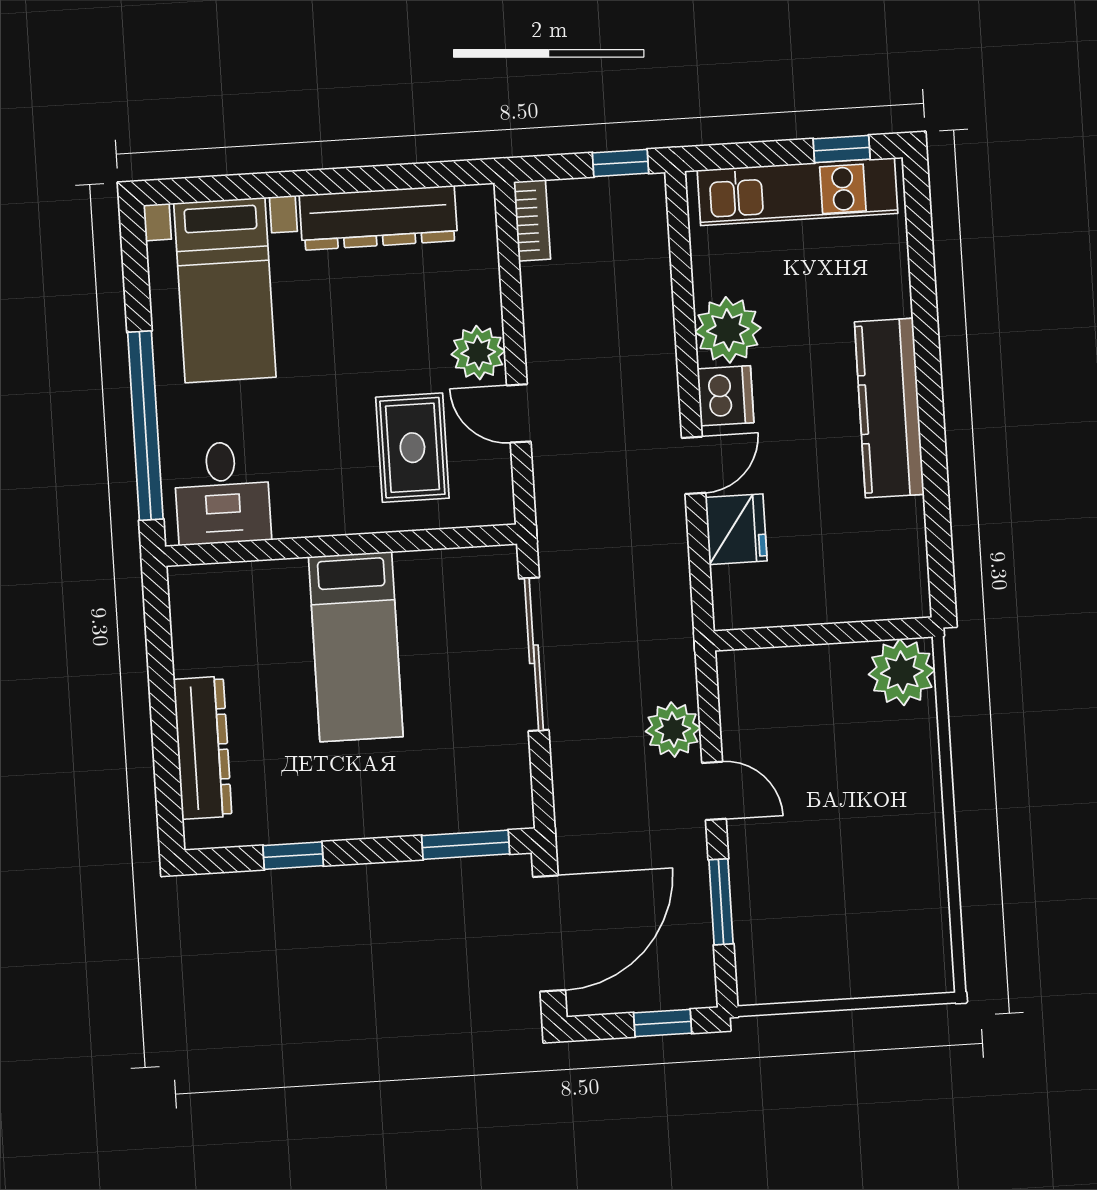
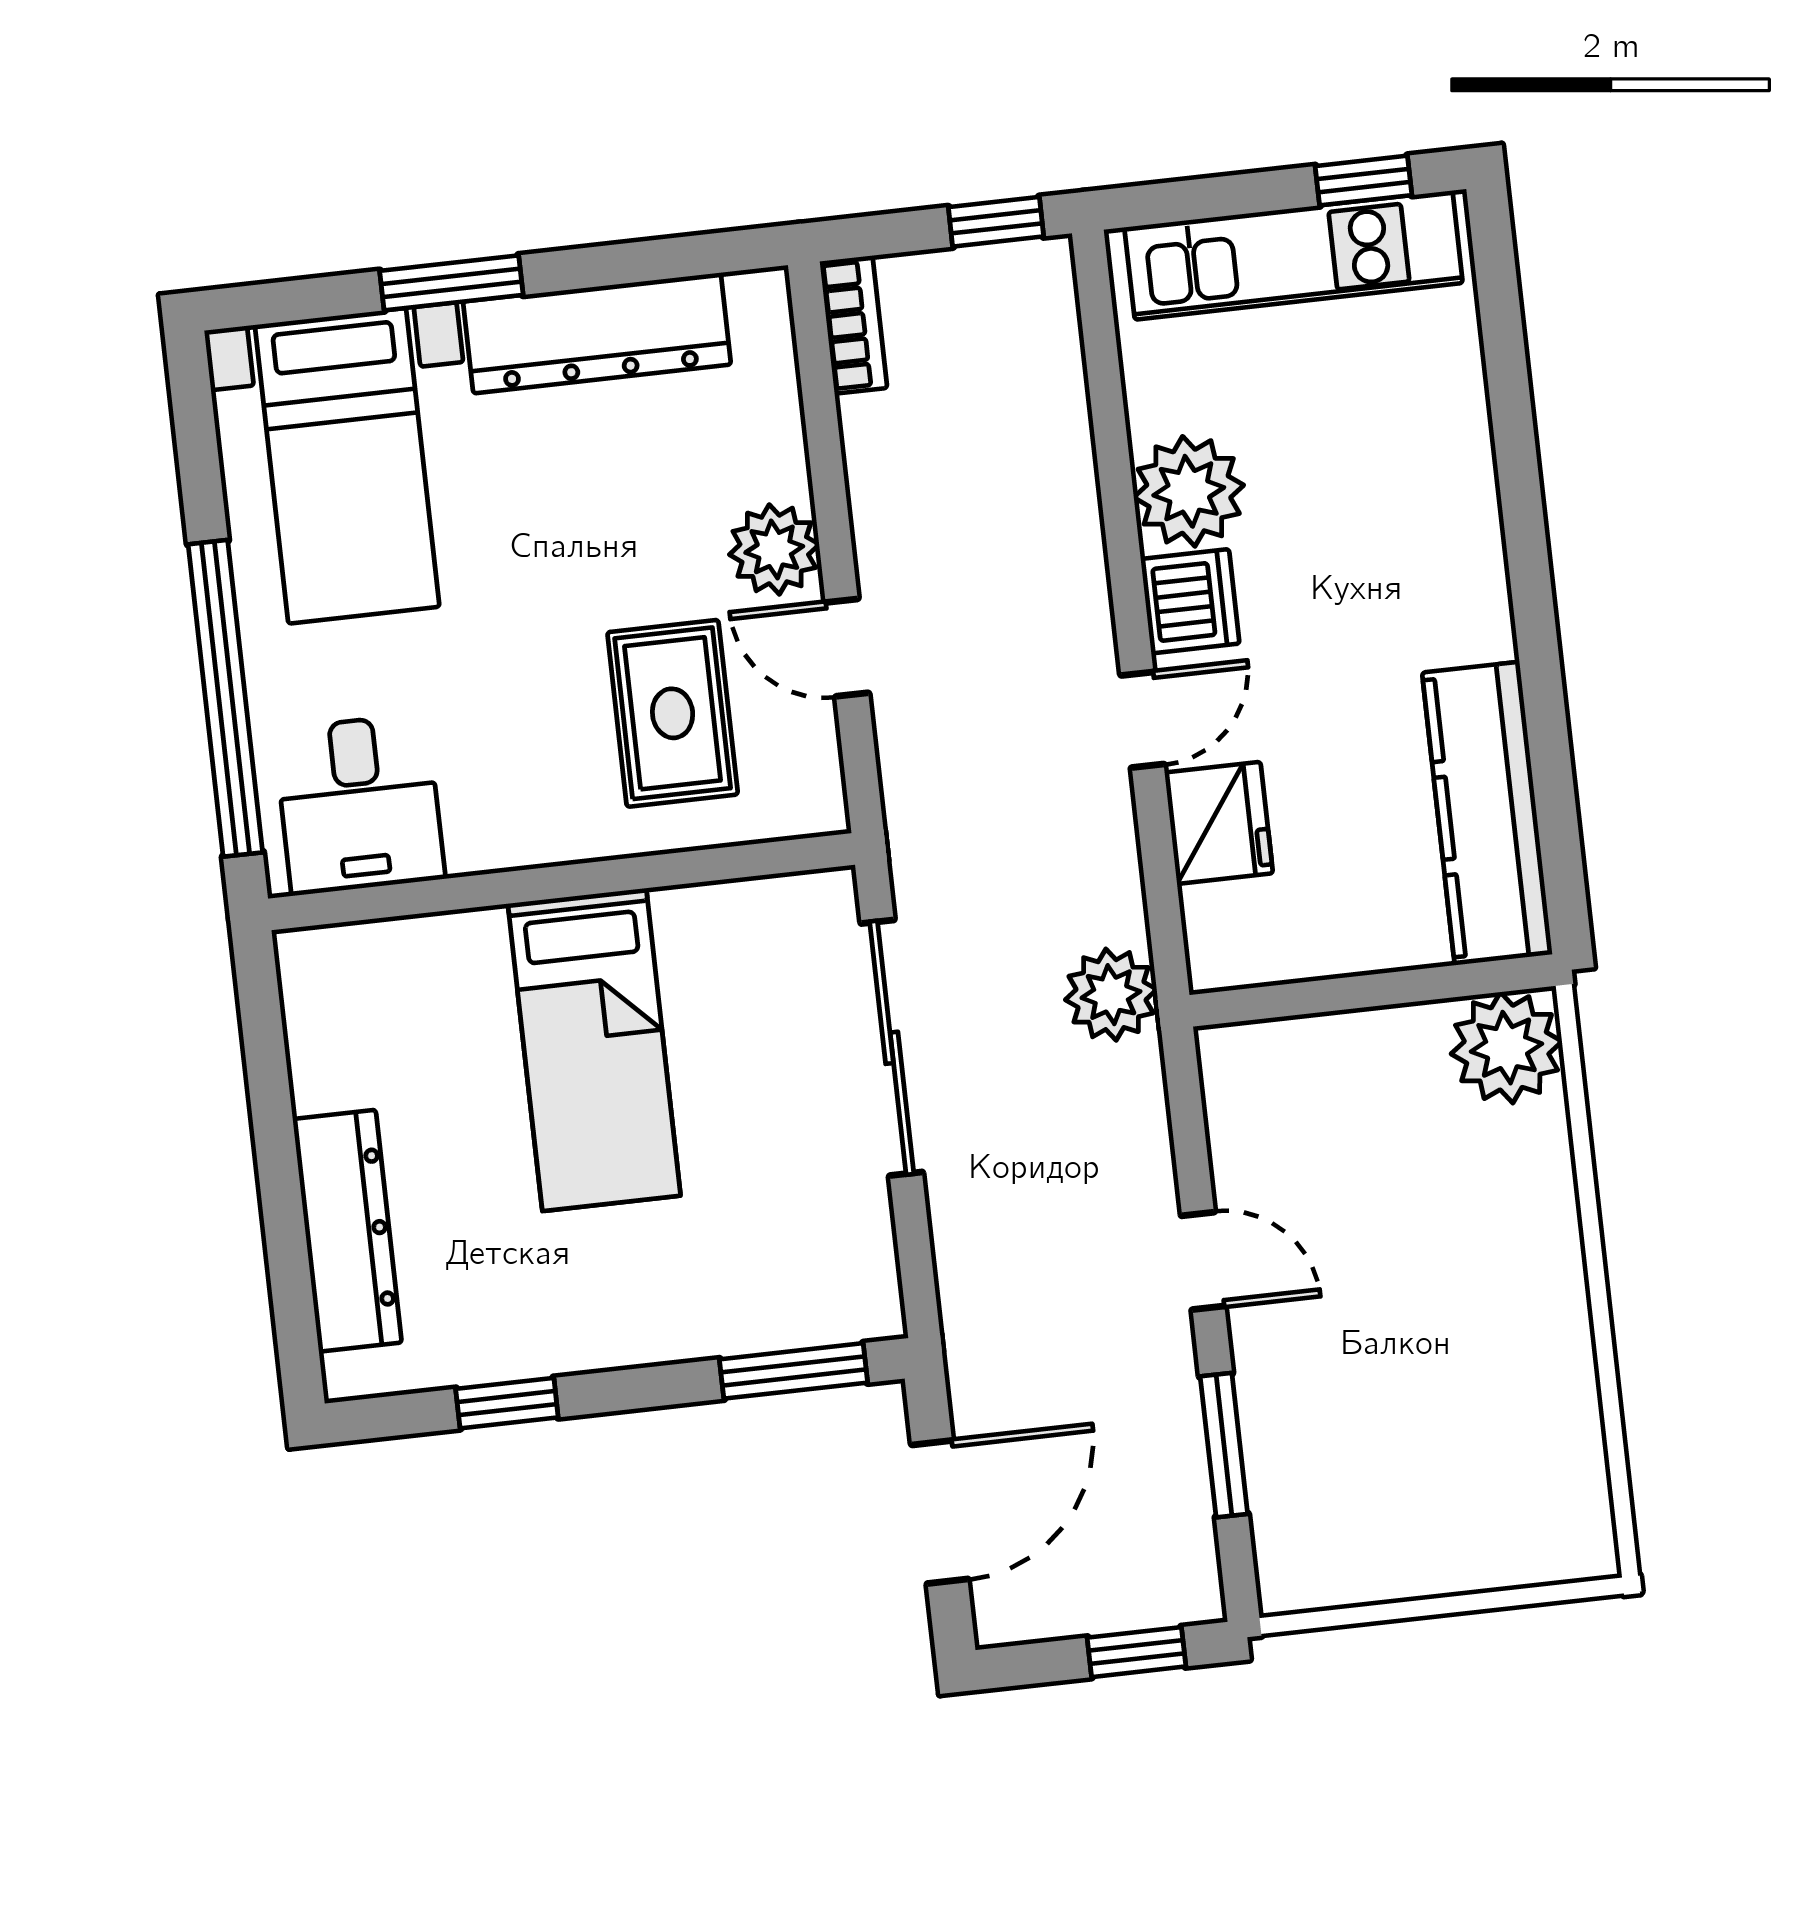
window: (293, 184) -> (451, 283), added
kitchen counter: (889, 408) -> (1487, 813), moved
plant: (673, 730) -> (1111, 995), moved
door: (549, 933) -> (940, 1512), width x0.73

